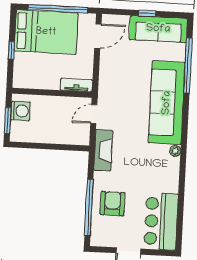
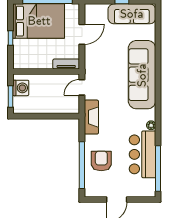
door: (98, 36) -> (82, 34), moved
window: (188, 66) -> (158, 168), moved
plant: (175, 151) -> (151, 125), moved
bar counter: (161, 221) -> (142, 154), moved

